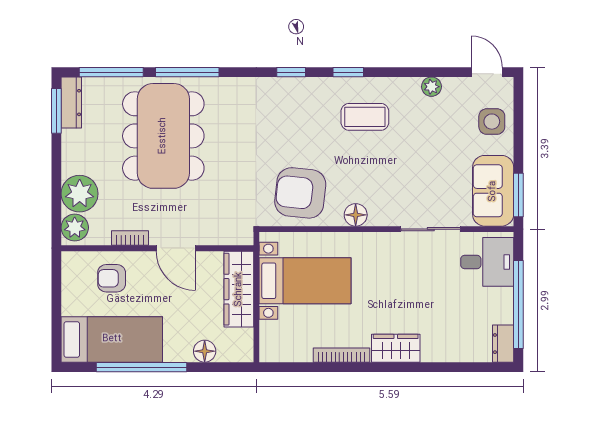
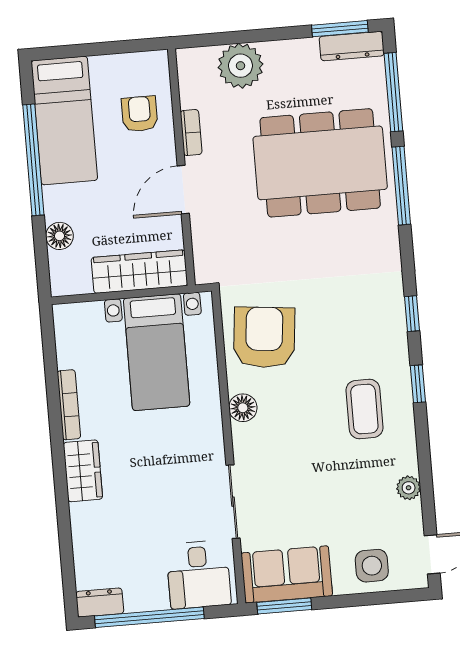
plant: (75, 228) -> (198, 63), removed

